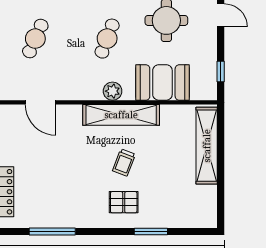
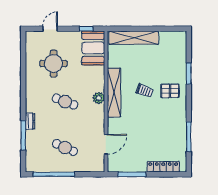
booth: (162, 82) -> (93, 48), moved
pallet: (124, 202) -> (170, 91), turned 90

